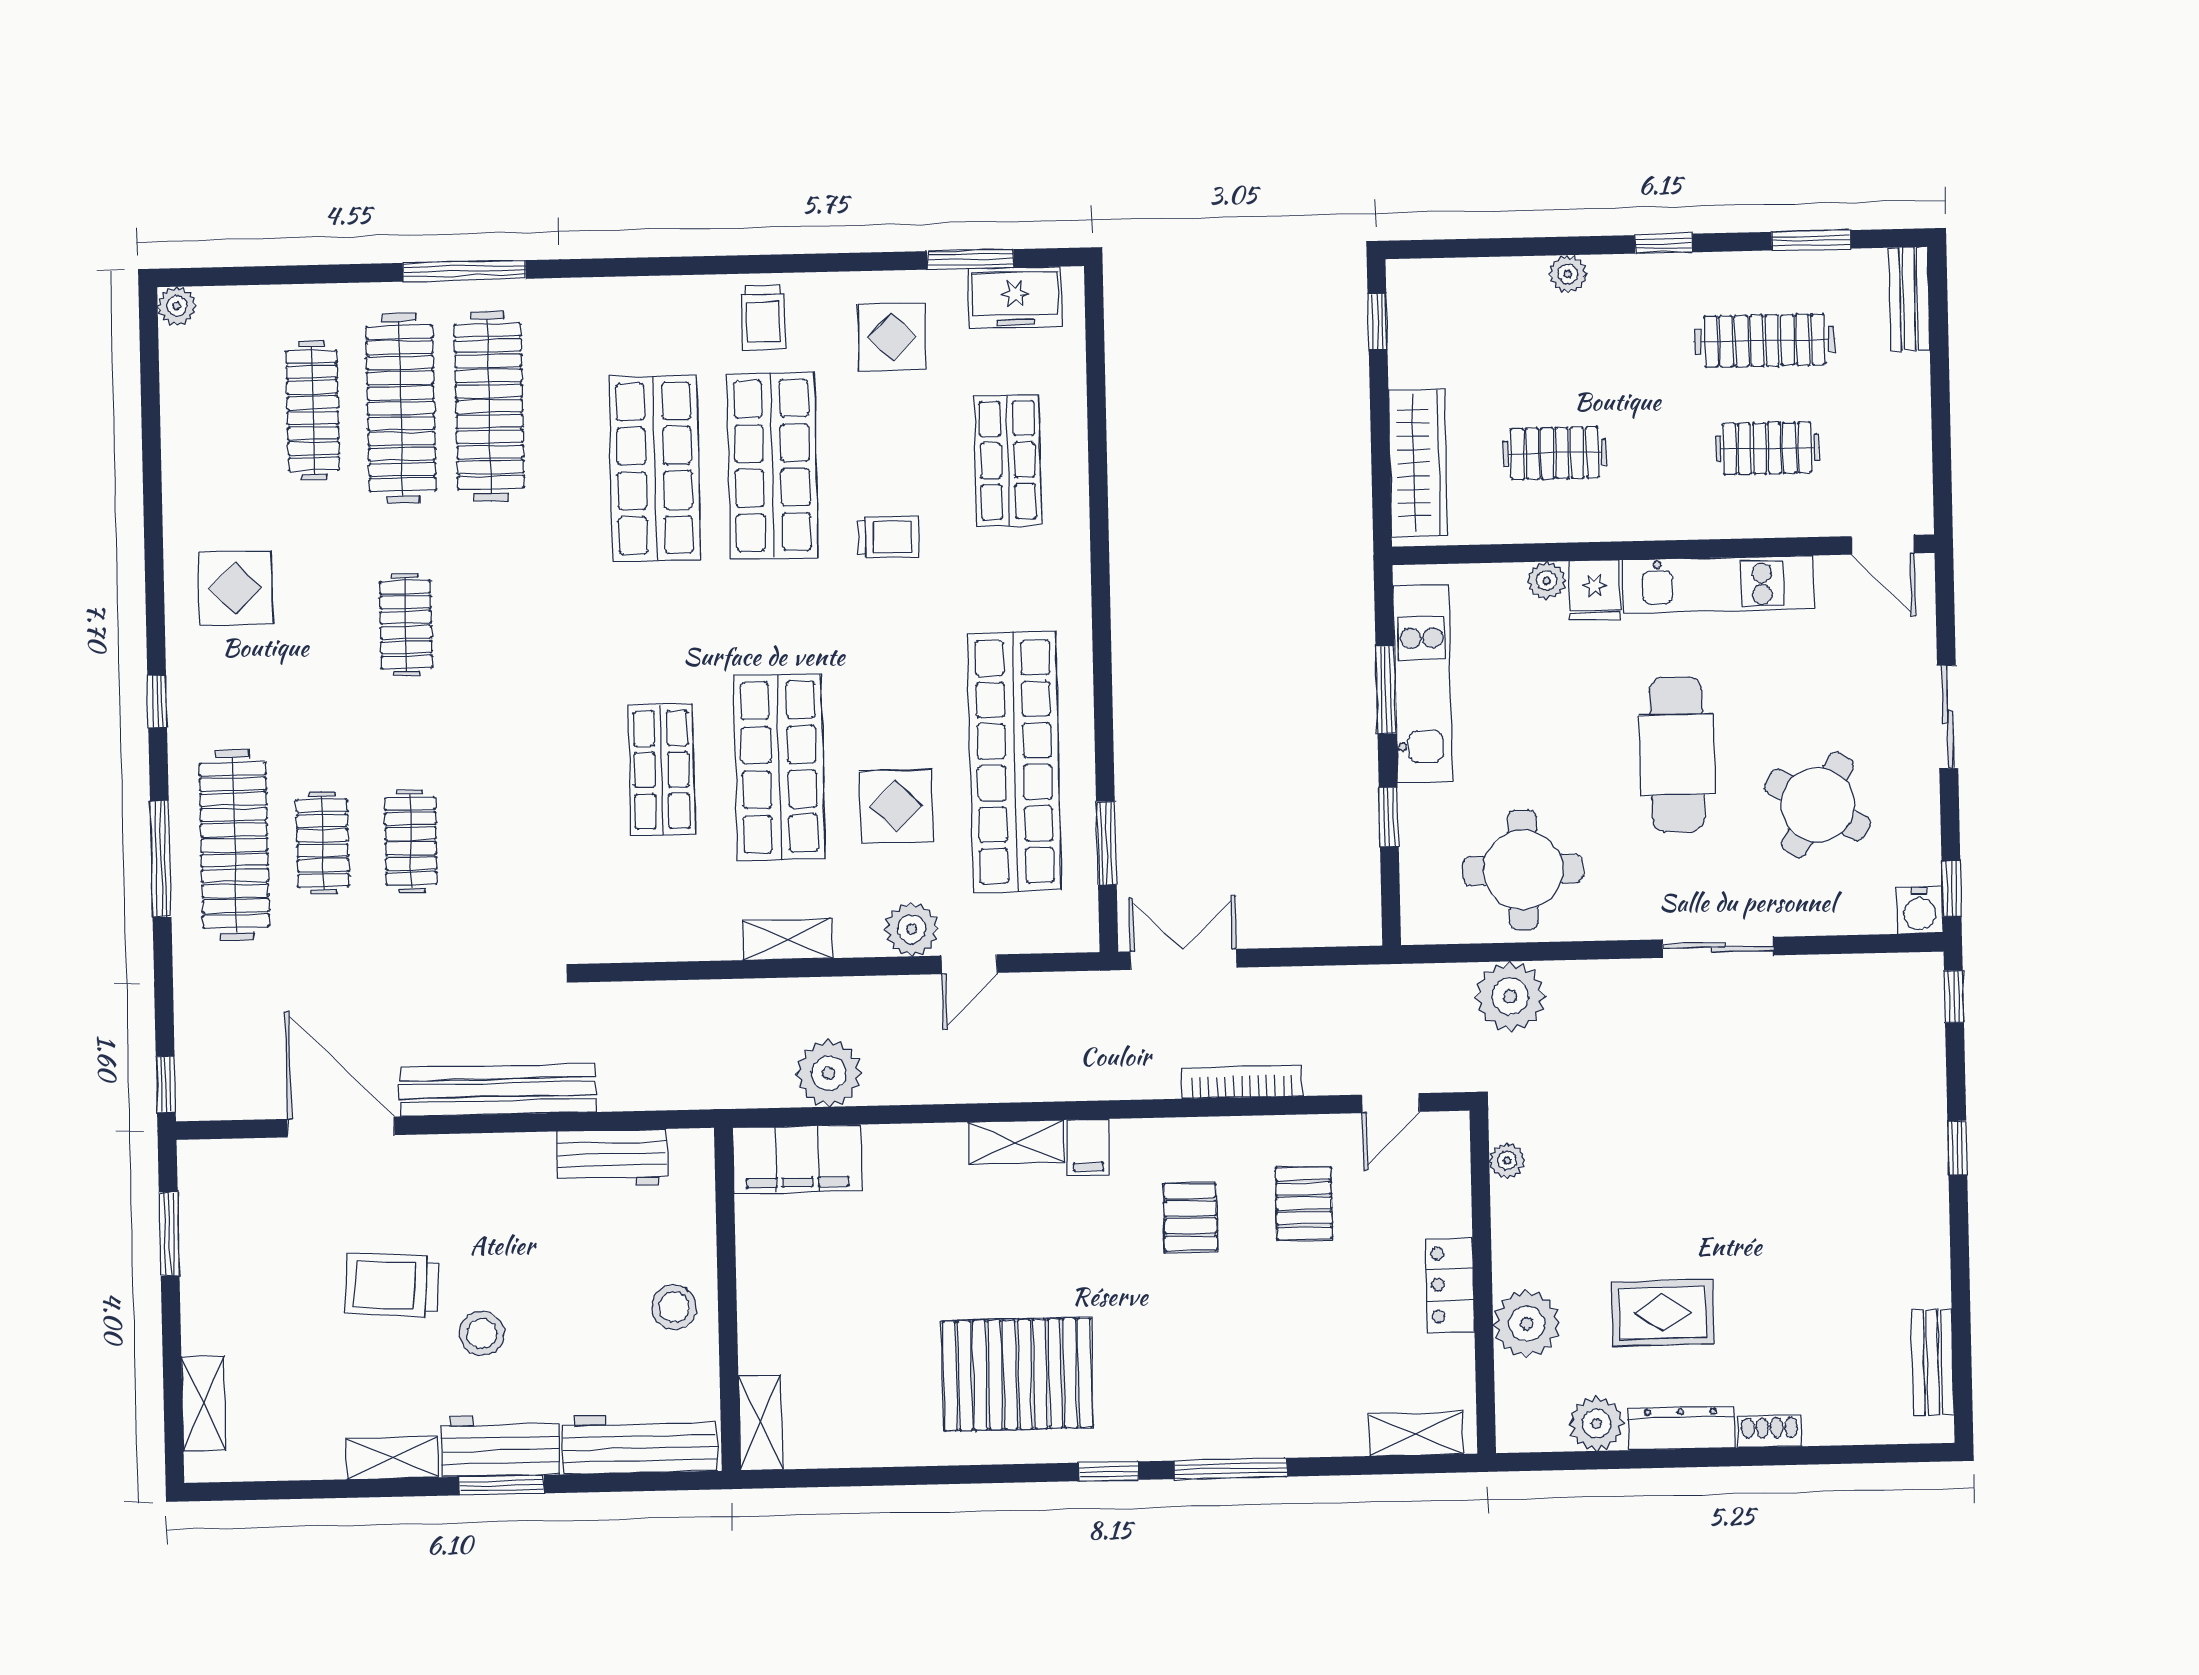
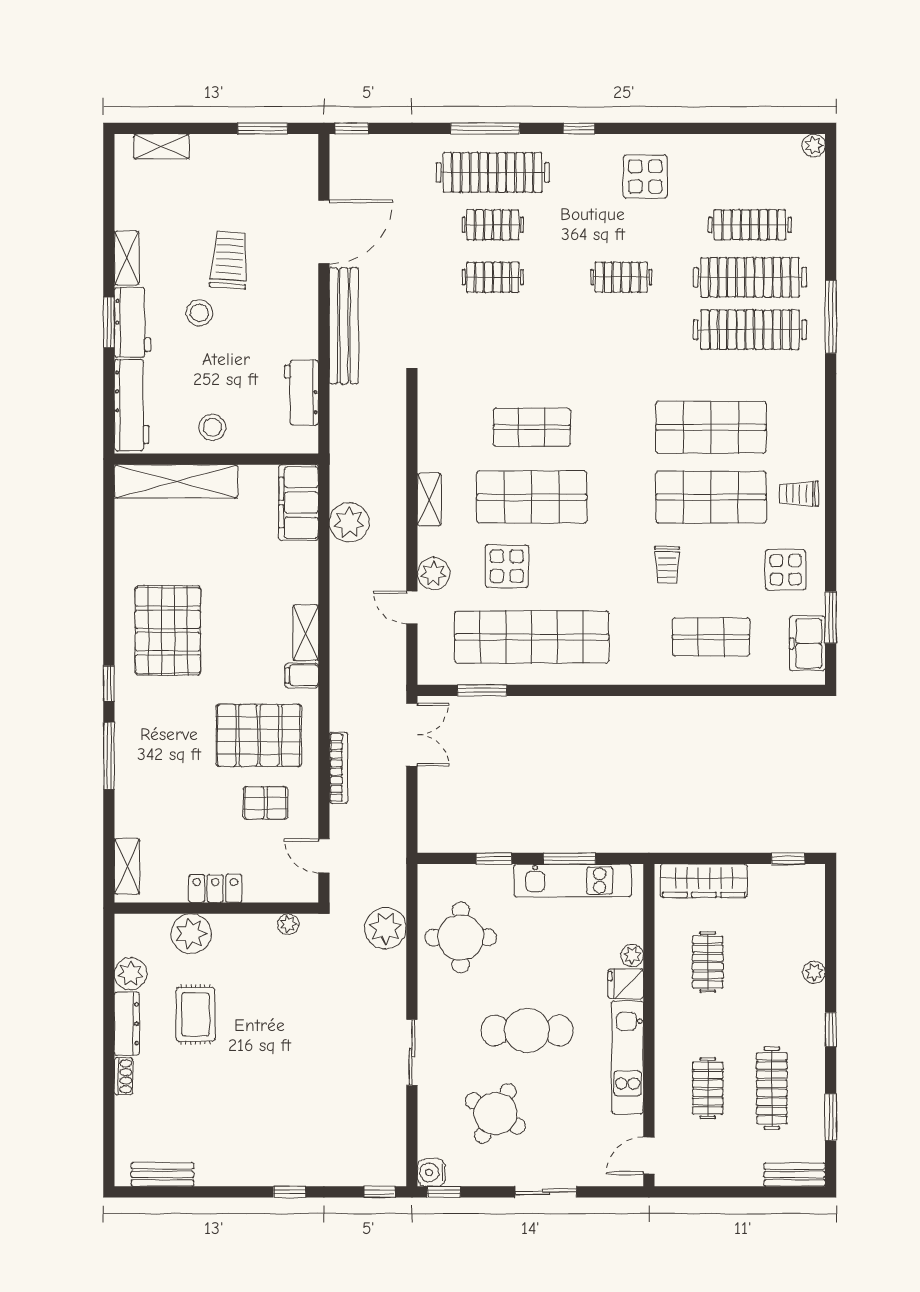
pallet: (1190, 1217) -> (259, 735), width x2.05, depth x2.00
shelving: (760, 1423) -> (176, 481), width x2.20, depth x1.33

